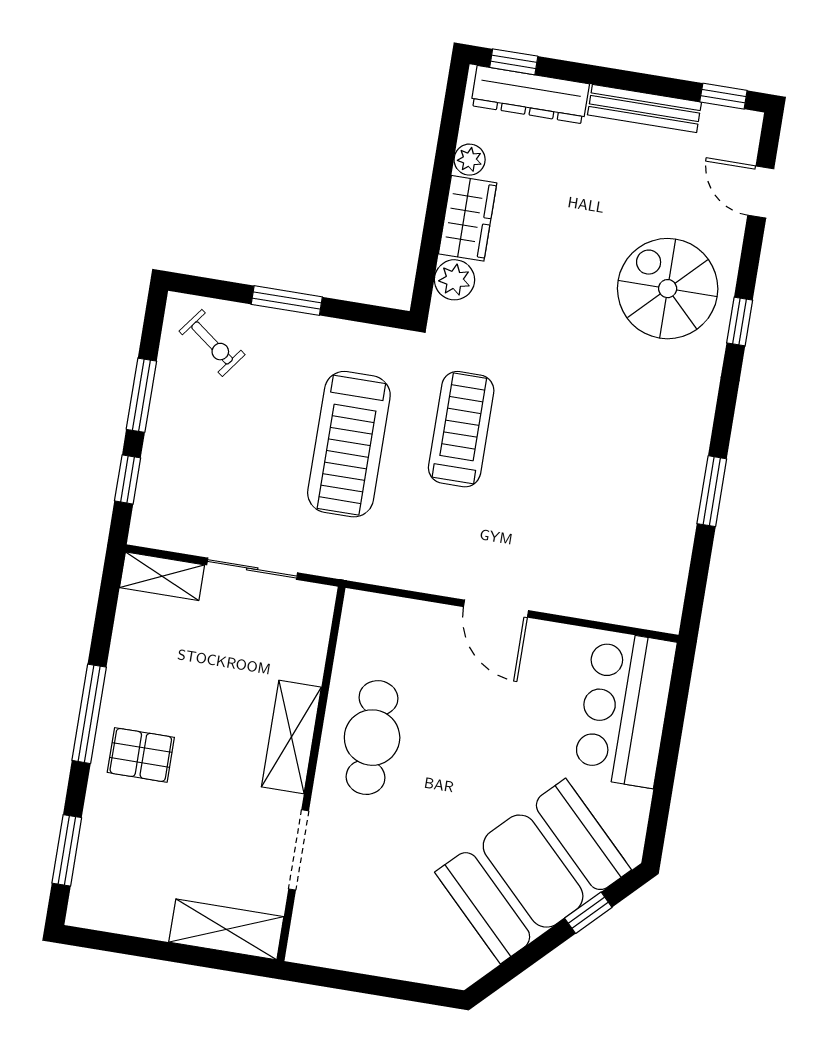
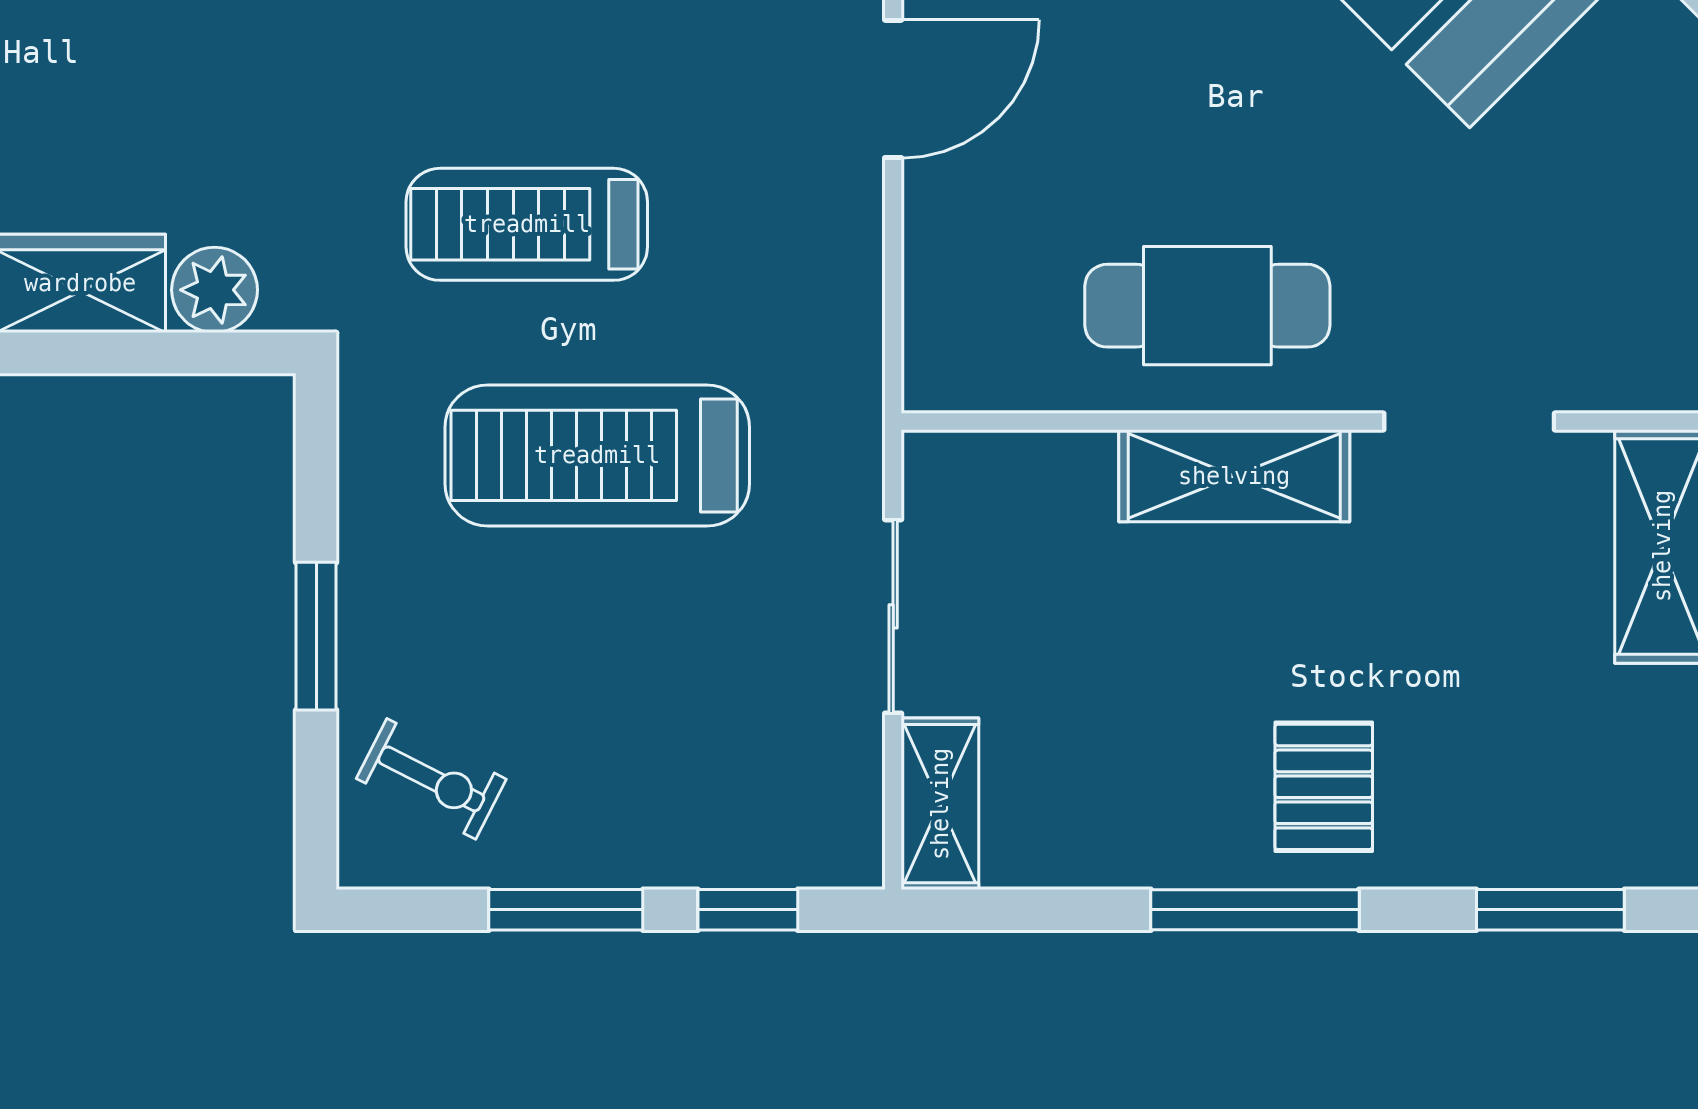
exercise bike: (212, 343) -> (431, 779), turned 80
treadmill: (349, 444) -> (597, 455), turned 180

